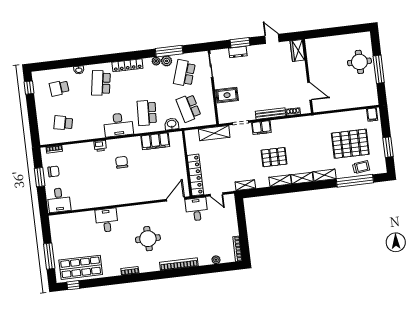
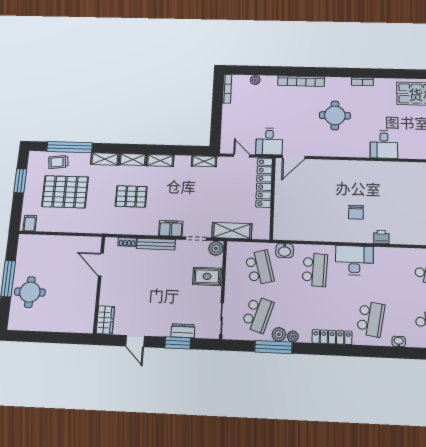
plant: (224, 118) -> (216, 248), added
filing cabinet: (155, 141) -> (309, 232), removed
pallet: (274, 157) -> (131, 196), moved

